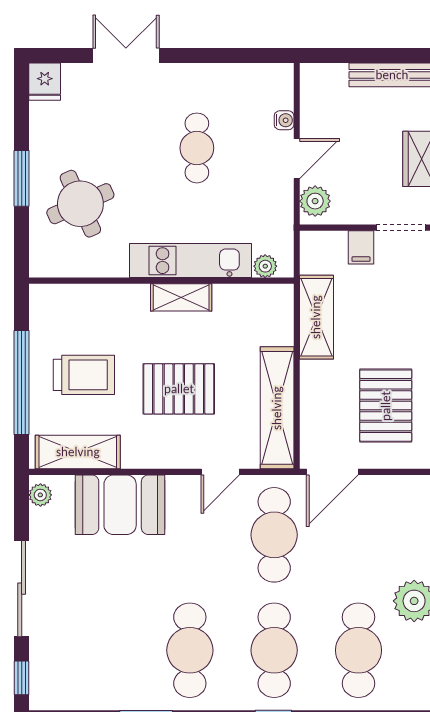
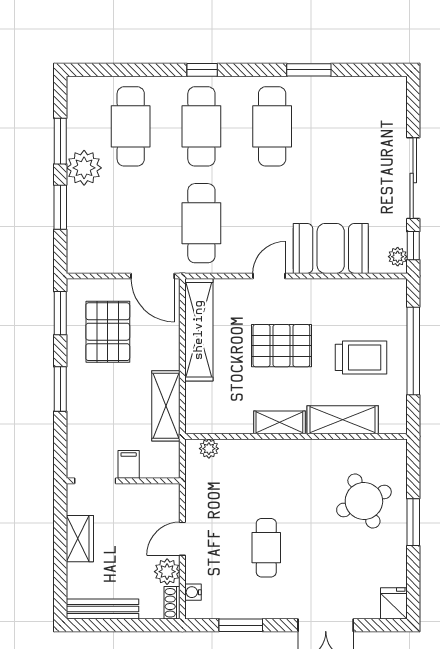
window: (227, 56) -> (241, 625), added
shoe rack: (309, 82) -> (172, 603), added
water cooler: (284, 120) -> (193, 592), moved
plant: (315, 201) -> (167, 572), moved
kitchen unit: (191, 261) -> (272, 453), removed
trolley: (84, 375) -> (361, 357), turned 180
shelving: (78, 452) -> (343, 420), moved
door: (220, 472) -> (269, 276), moved
door: (332, 472) -> (153, 276), swing flipped
window: (22, 678) -> (413, 246), moved

